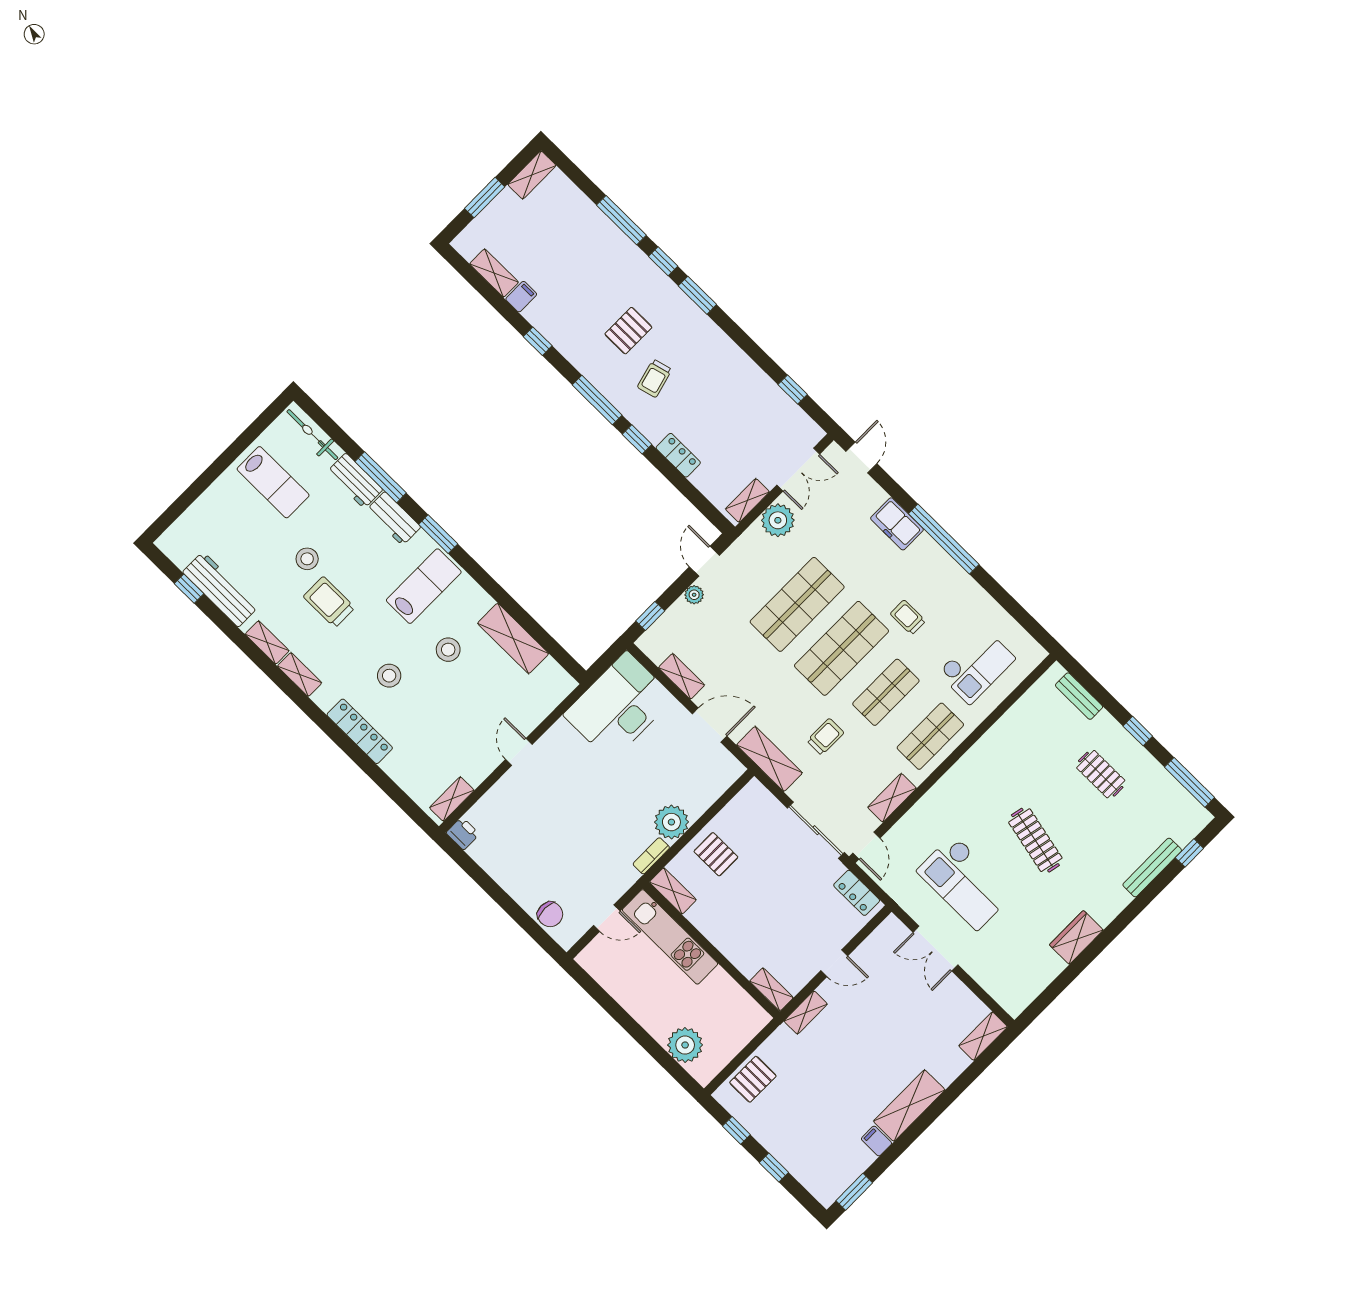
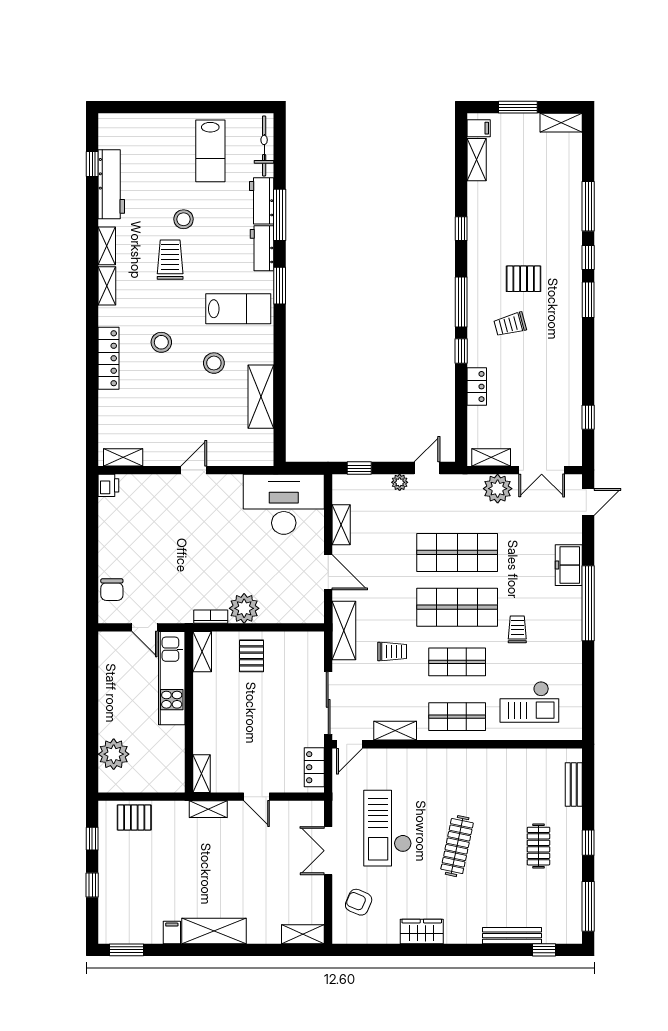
filing cabinet: (521, 297) -> (479, 128), moved
armchair: (1002, 965) -> (359, 902), added

